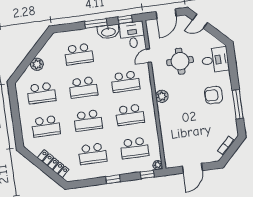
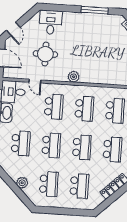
armchair: (214, 95) -> (82, 30), removed

